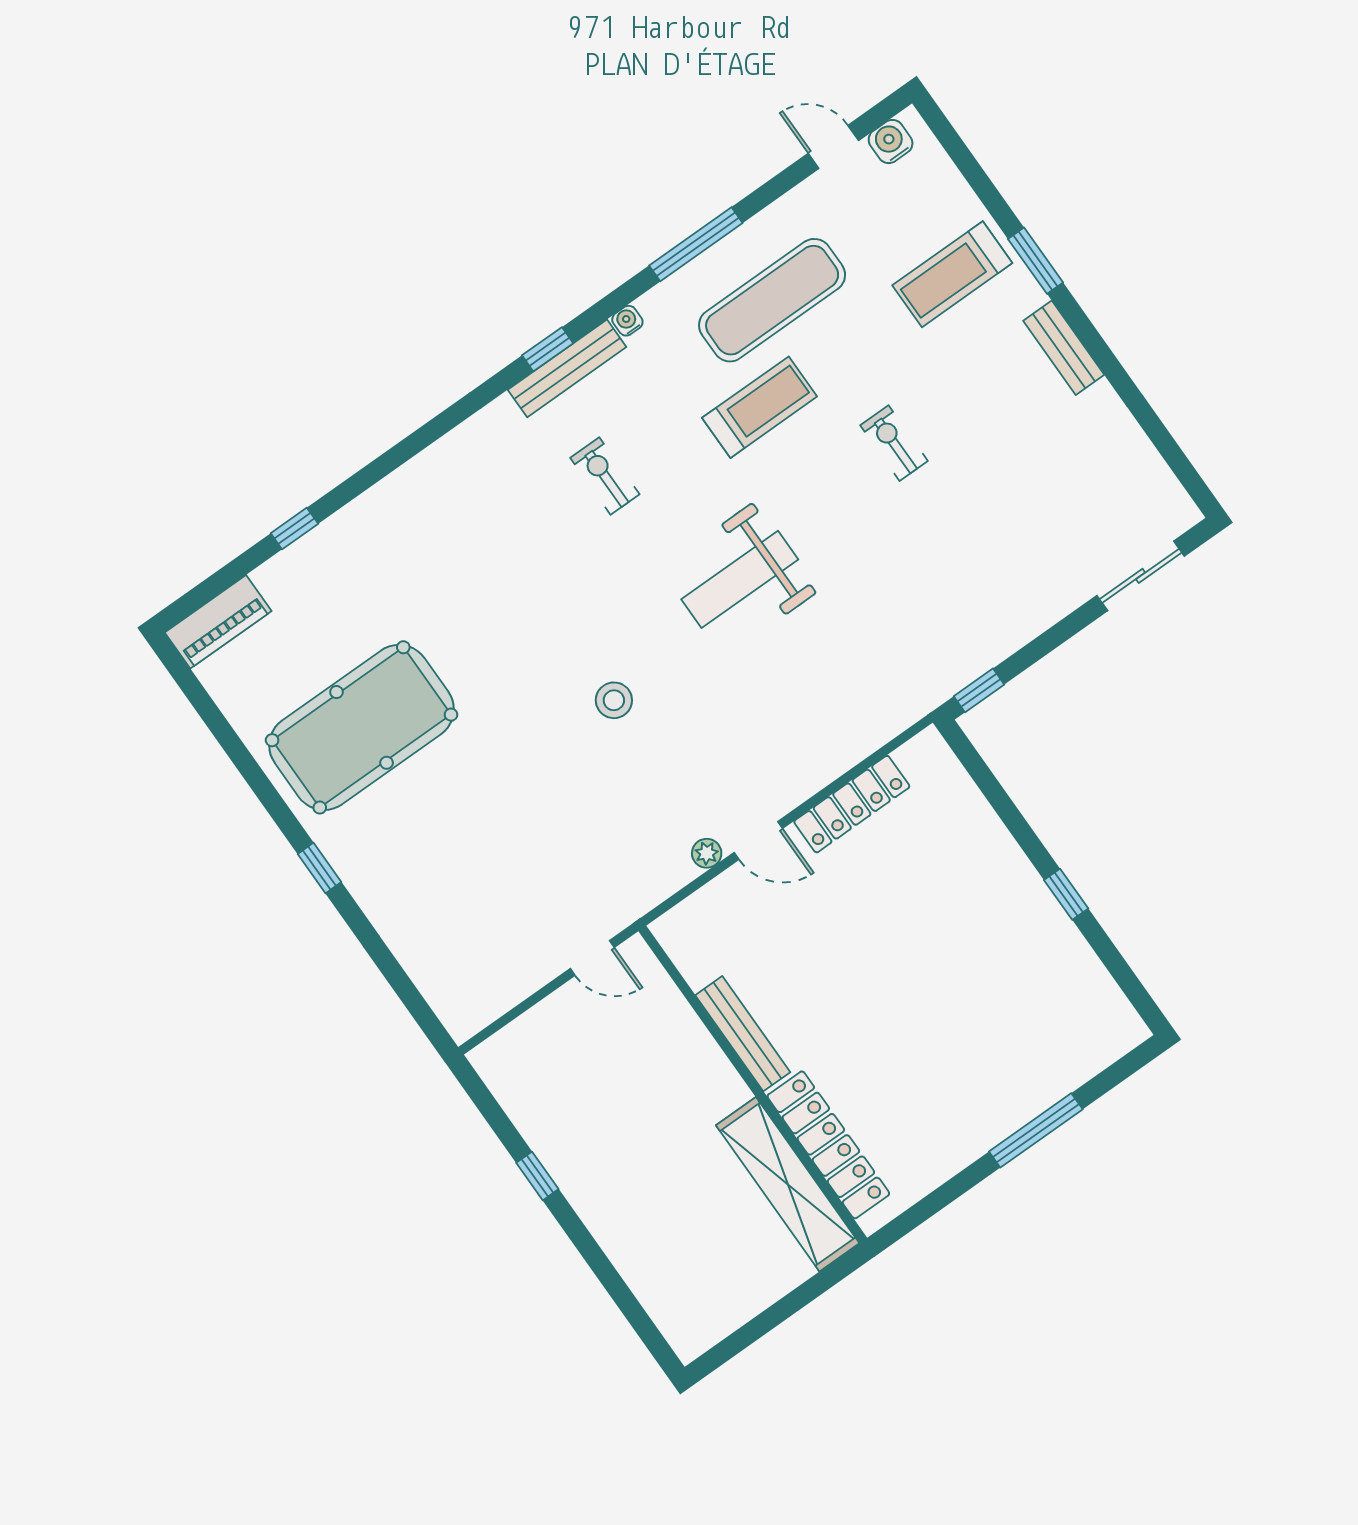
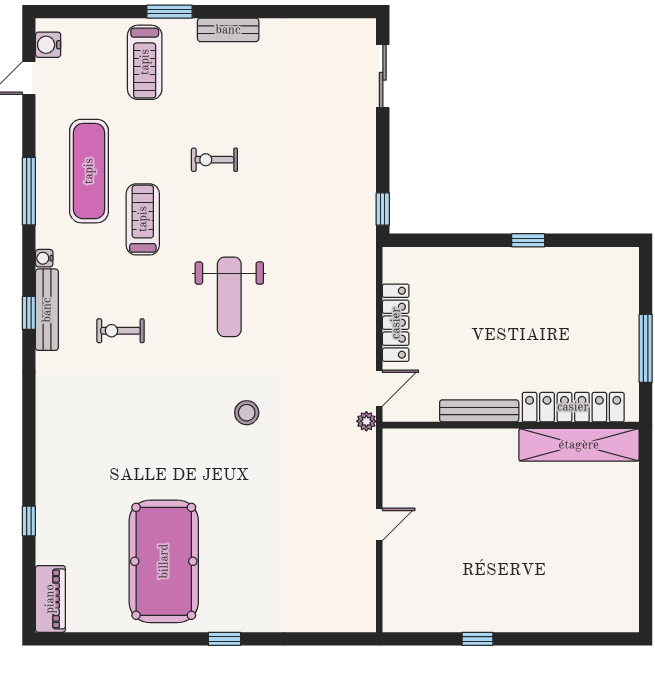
bench: (743, 1034) -> (479, 411), moved
wall: (753, 1084) -> (511, 425), moved
locker: (828, 1145) -> (573, 407), moved
shelving: (788, 1184) -> (579, 445), moved

